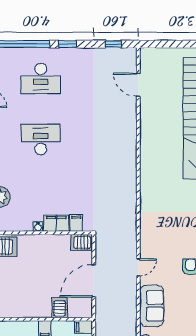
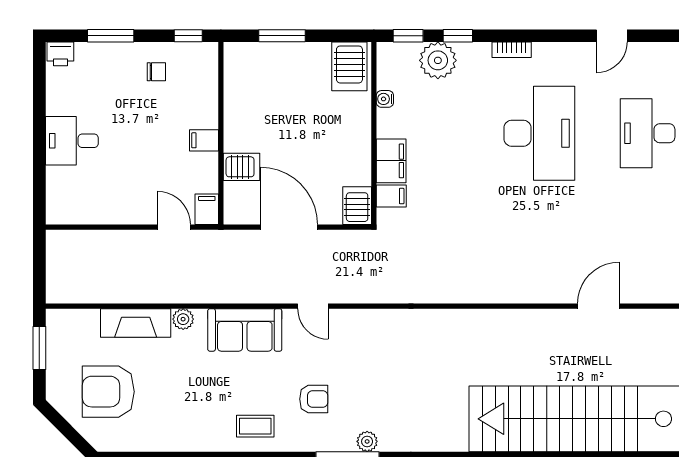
door: (138, 85) -> (598, 306), moved
desk: (41, 140) -> (539, 133), width x1.36, depth x1.30
water cooler: (38, 227) -> (385, 99), moved

